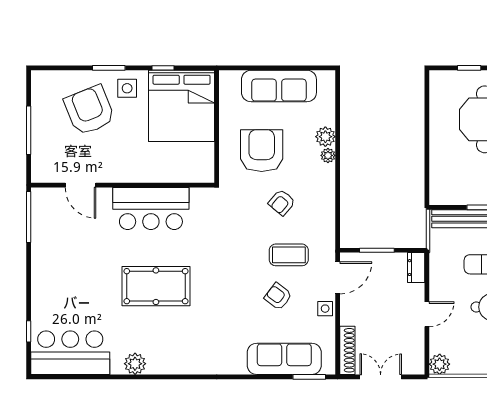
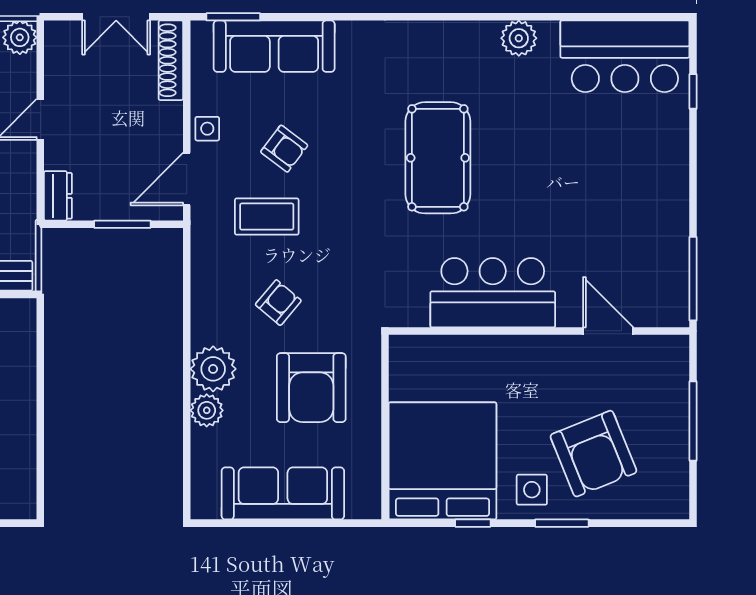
plant: (328, 155) -> (213, 369), width x1.88, depth x1.88
pool table: (156, 286) -> (438, 158), moved, turned 90

